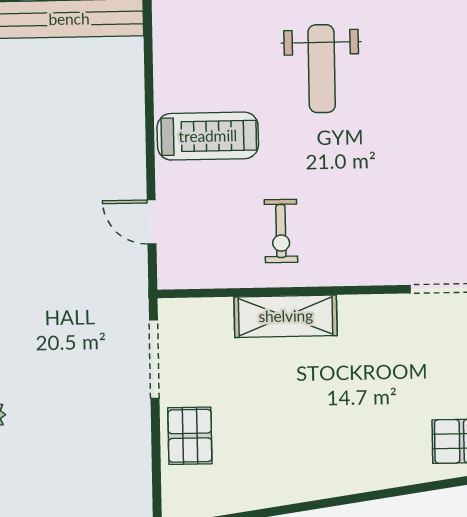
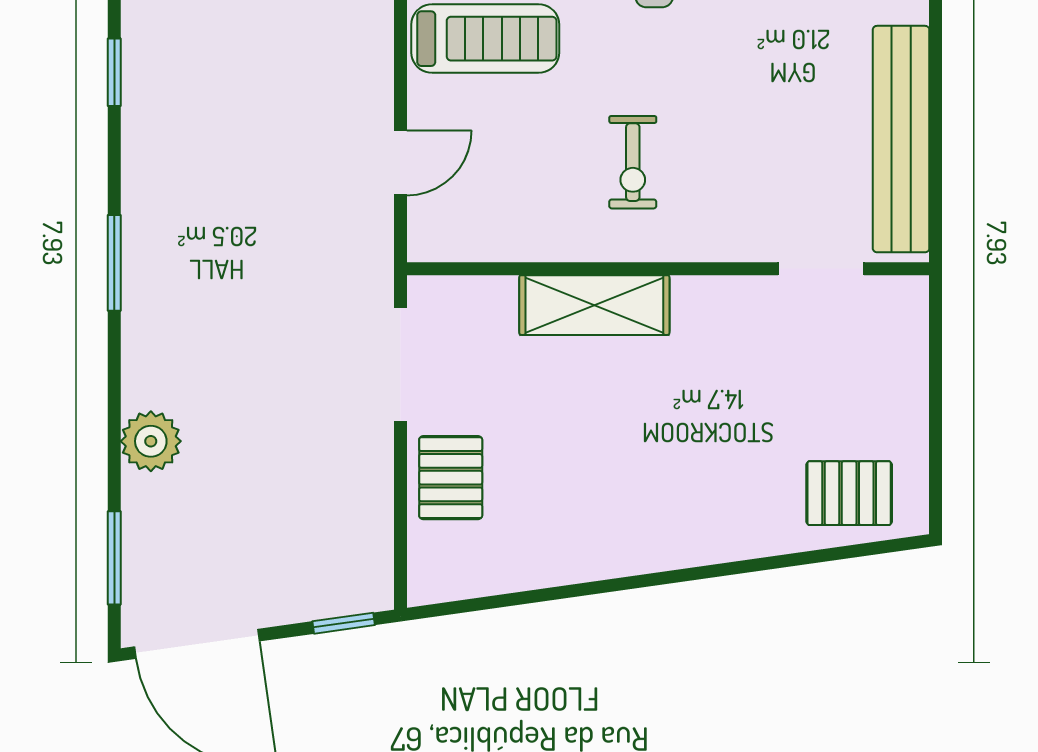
door: (152, 222) -> (400, 163), swing flipped
exercise bike: (281, 231) -> (633, 162), moved

